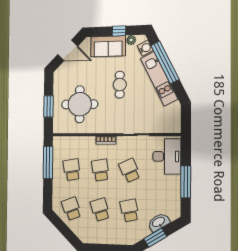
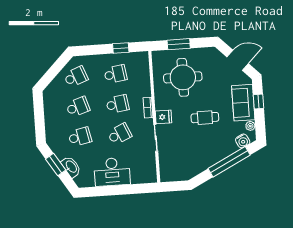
window: (119, 31) -> (258, 101), moved
door: (68, 50) -> (238, 60), swing flipped
kitchen unit: (159, 79) -> (213, 157), removed
fridge: (116, 125) -> (164, 117), added
desk: (167, 156) -> (112, 172), moved
window: (48, 162) -> (121, 48), width x0.46
window: (186, 182) -> (113, 190), removed

